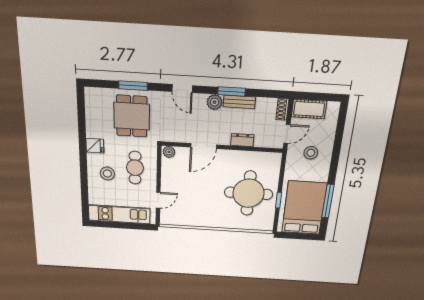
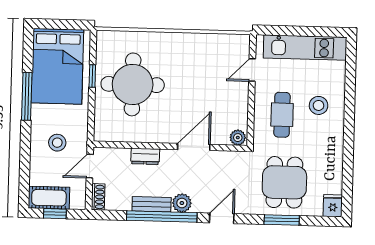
door: (182, 89) -> (222, 218), hinge flipped
window: (232, 91) -> (162, 217), width x2.11
window: (319, 97) -> (55, 214), added
cot: (309, 109) -> (49, 198), moved
fridge: (95, 146) -> (333, 206), moved, turned 90
window: (328, 201) -> (27, 96), moved

